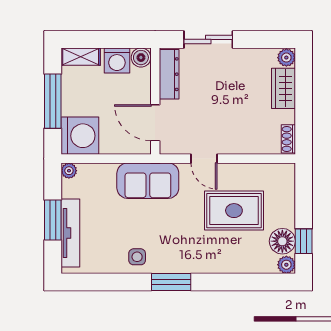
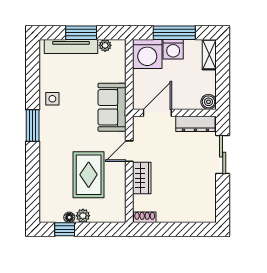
plant: (286, 58) -> (208, 216), removed
washing machine: (117, 61) -> (173, 49), moved, turned -90
wardrobe: (284, 88) -> (142, 178), moved, turned 90
plant: (69, 171) -> (105, 45), moved
floor lamp: (282, 241) -> (69, 217), width x0.53, depth x0.53
plant: (286, 265) -> (83, 216), moved

